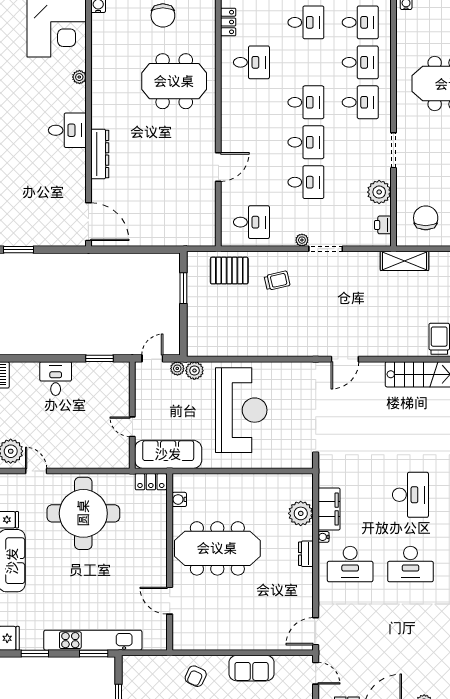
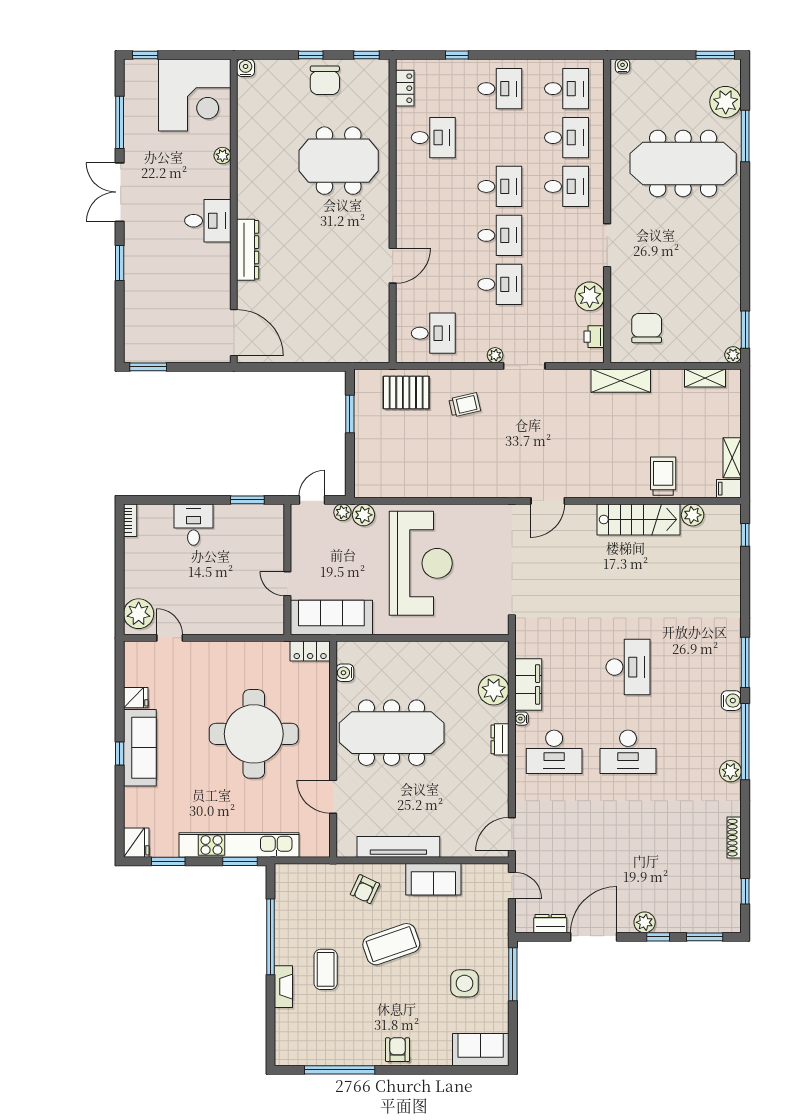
round table: (83, 513) -> (254, 734), moved
tv unit: (223, 642) -> (398, 847), added

